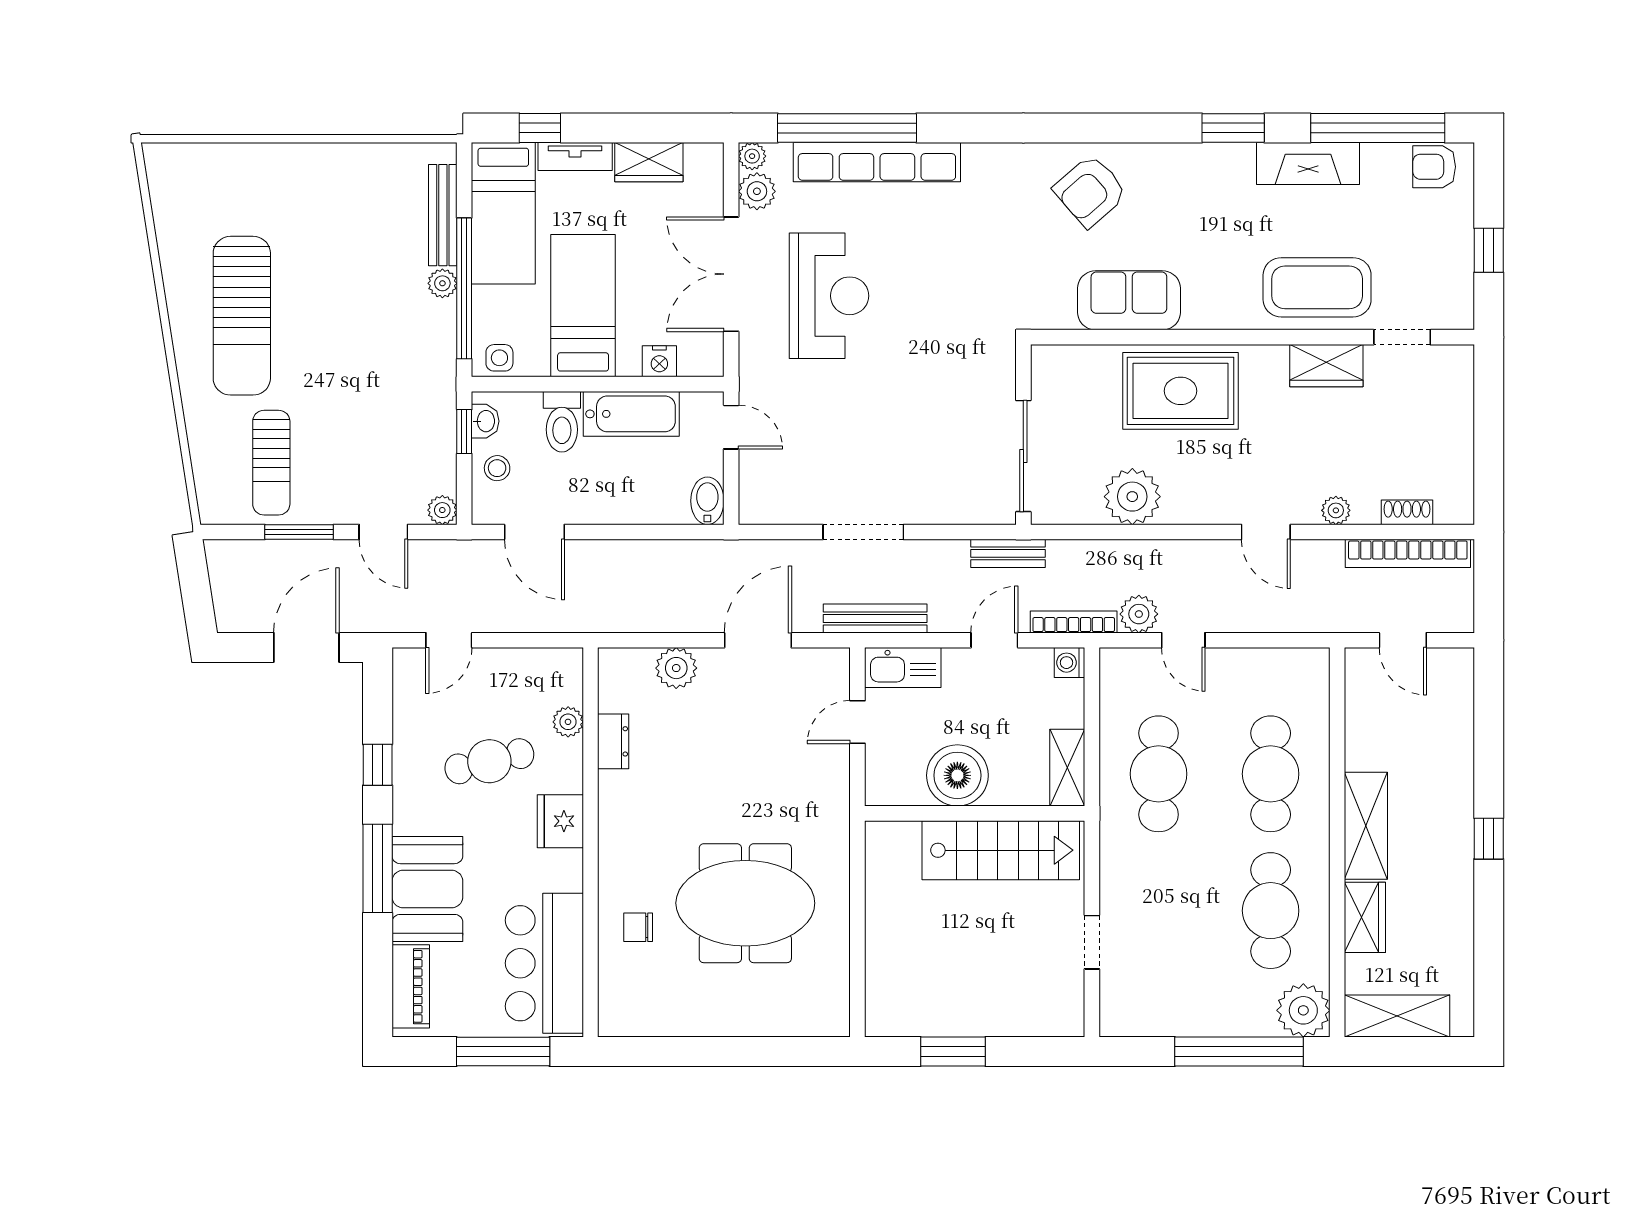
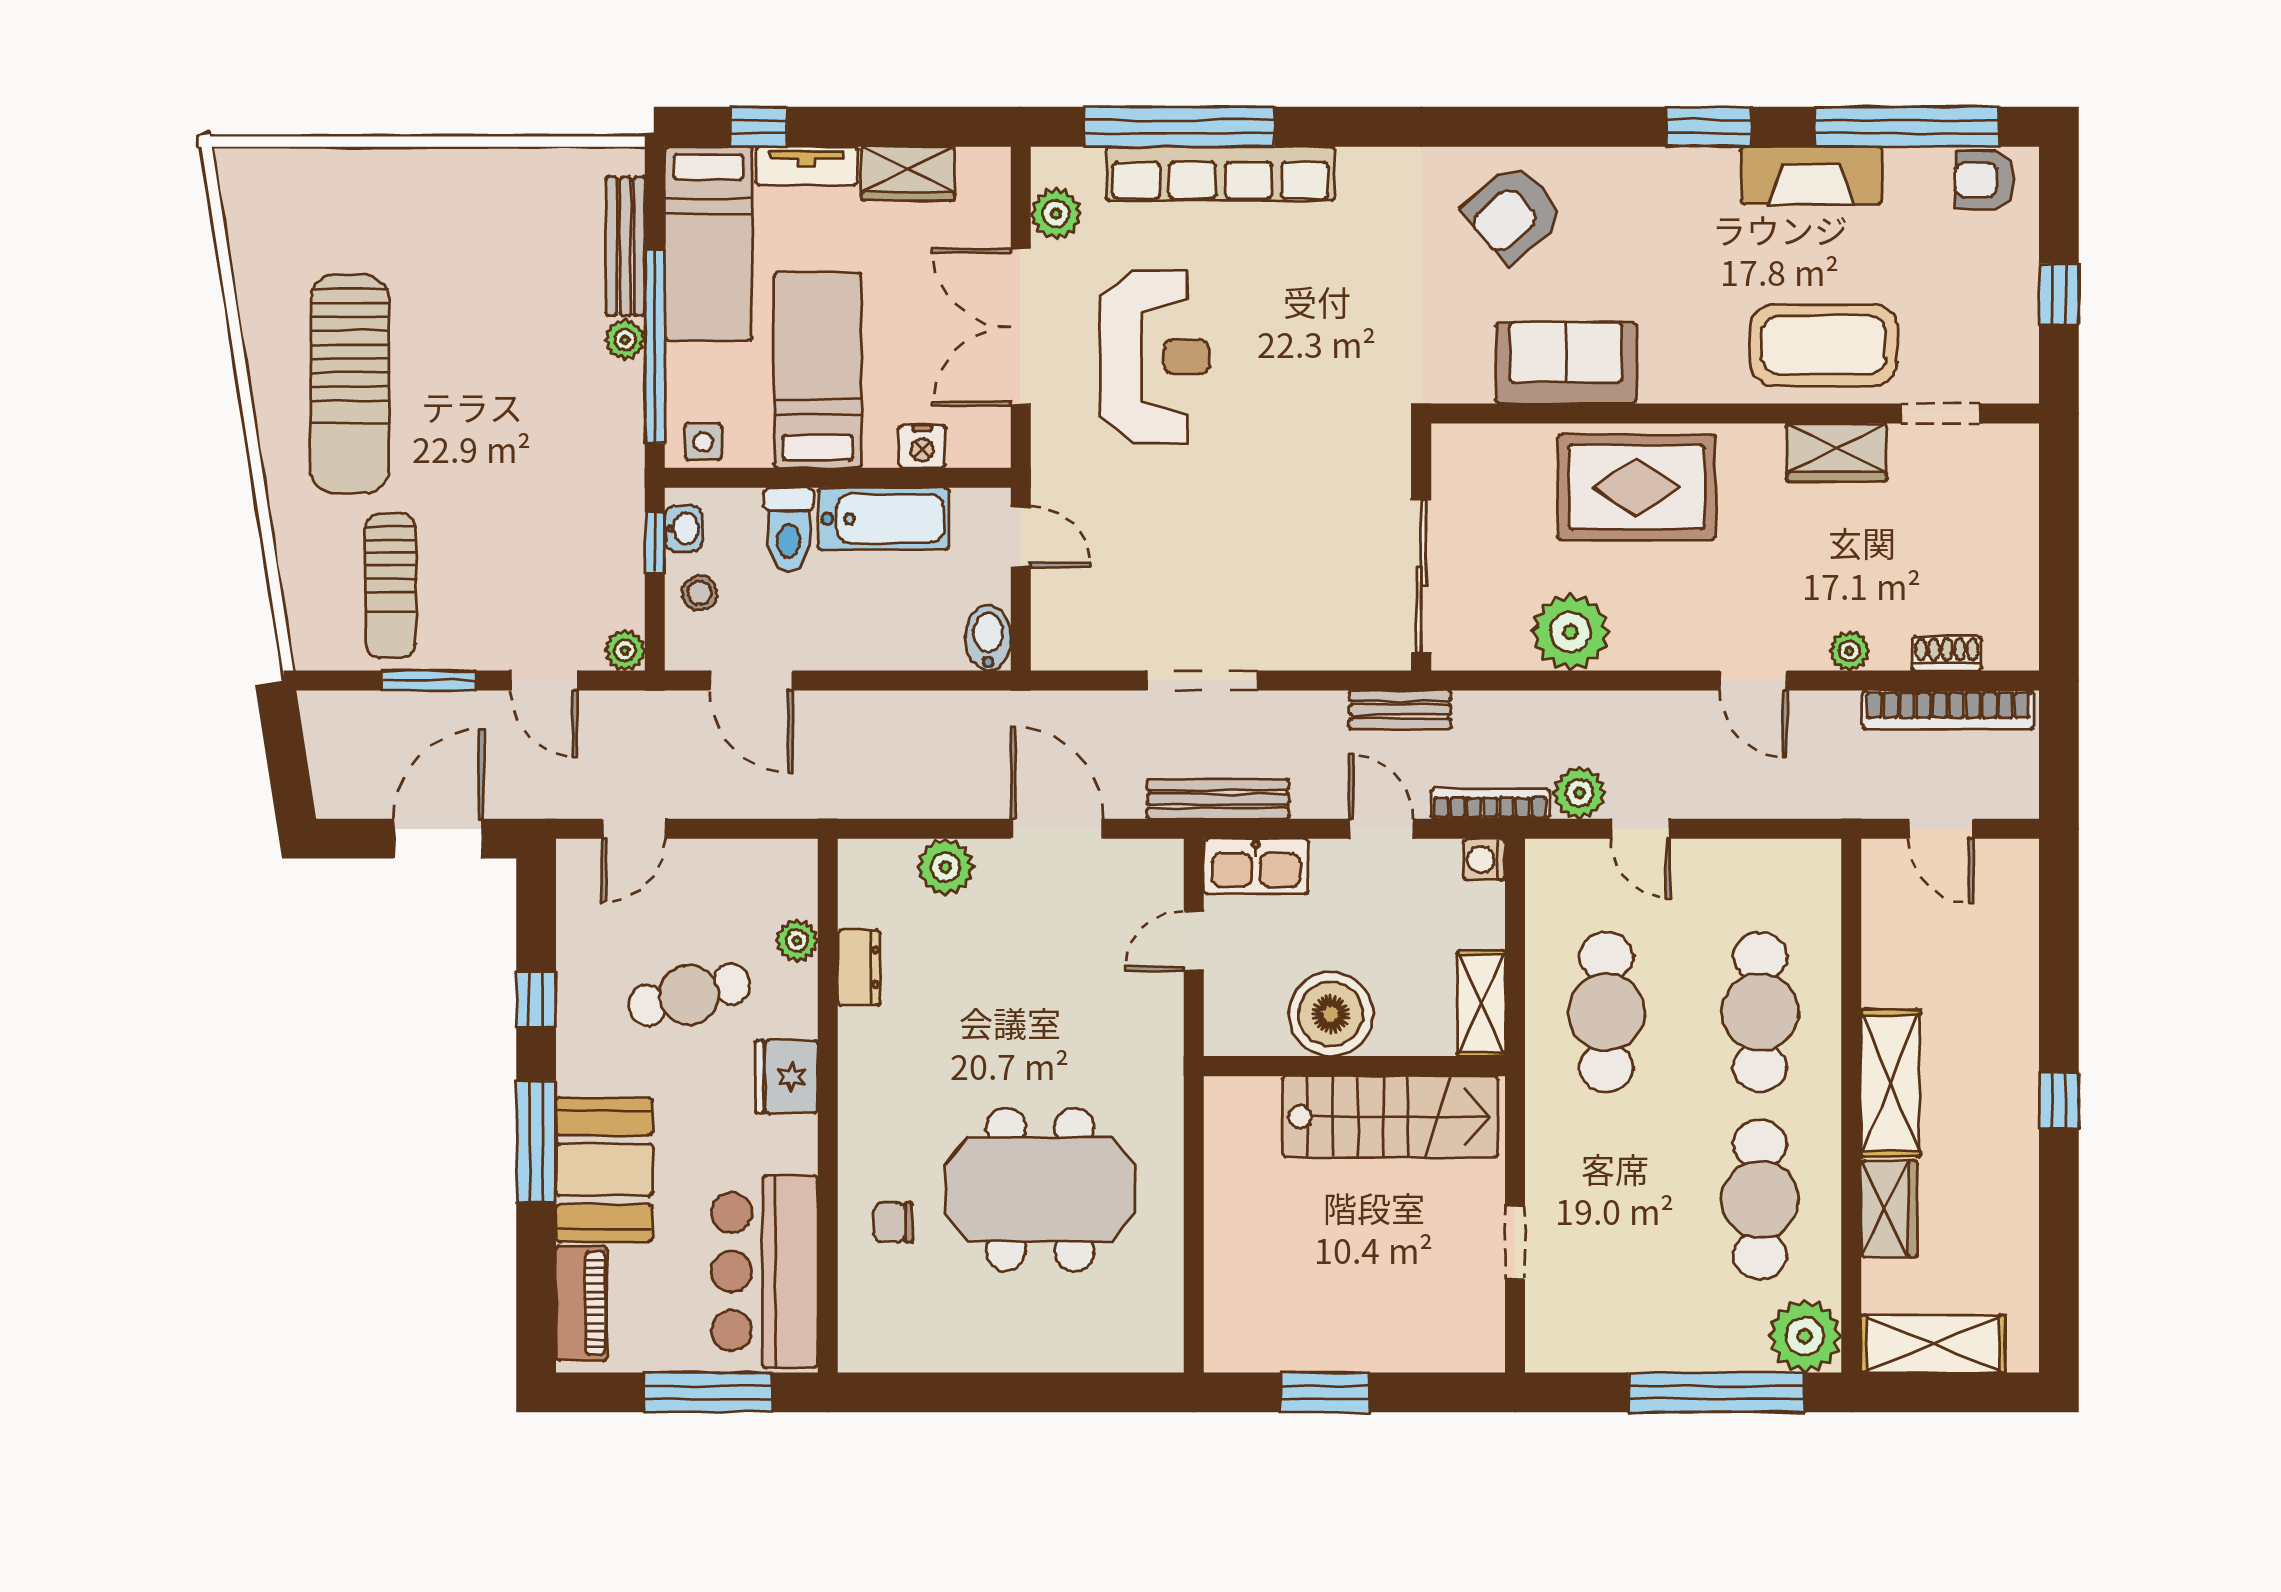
plant: (752, 156) -> (1049, 165), removed
door: (758, 640) -> (1057, 829), hinge flipped
door: (994, 640) -> (1381, 829), hinge flipped

